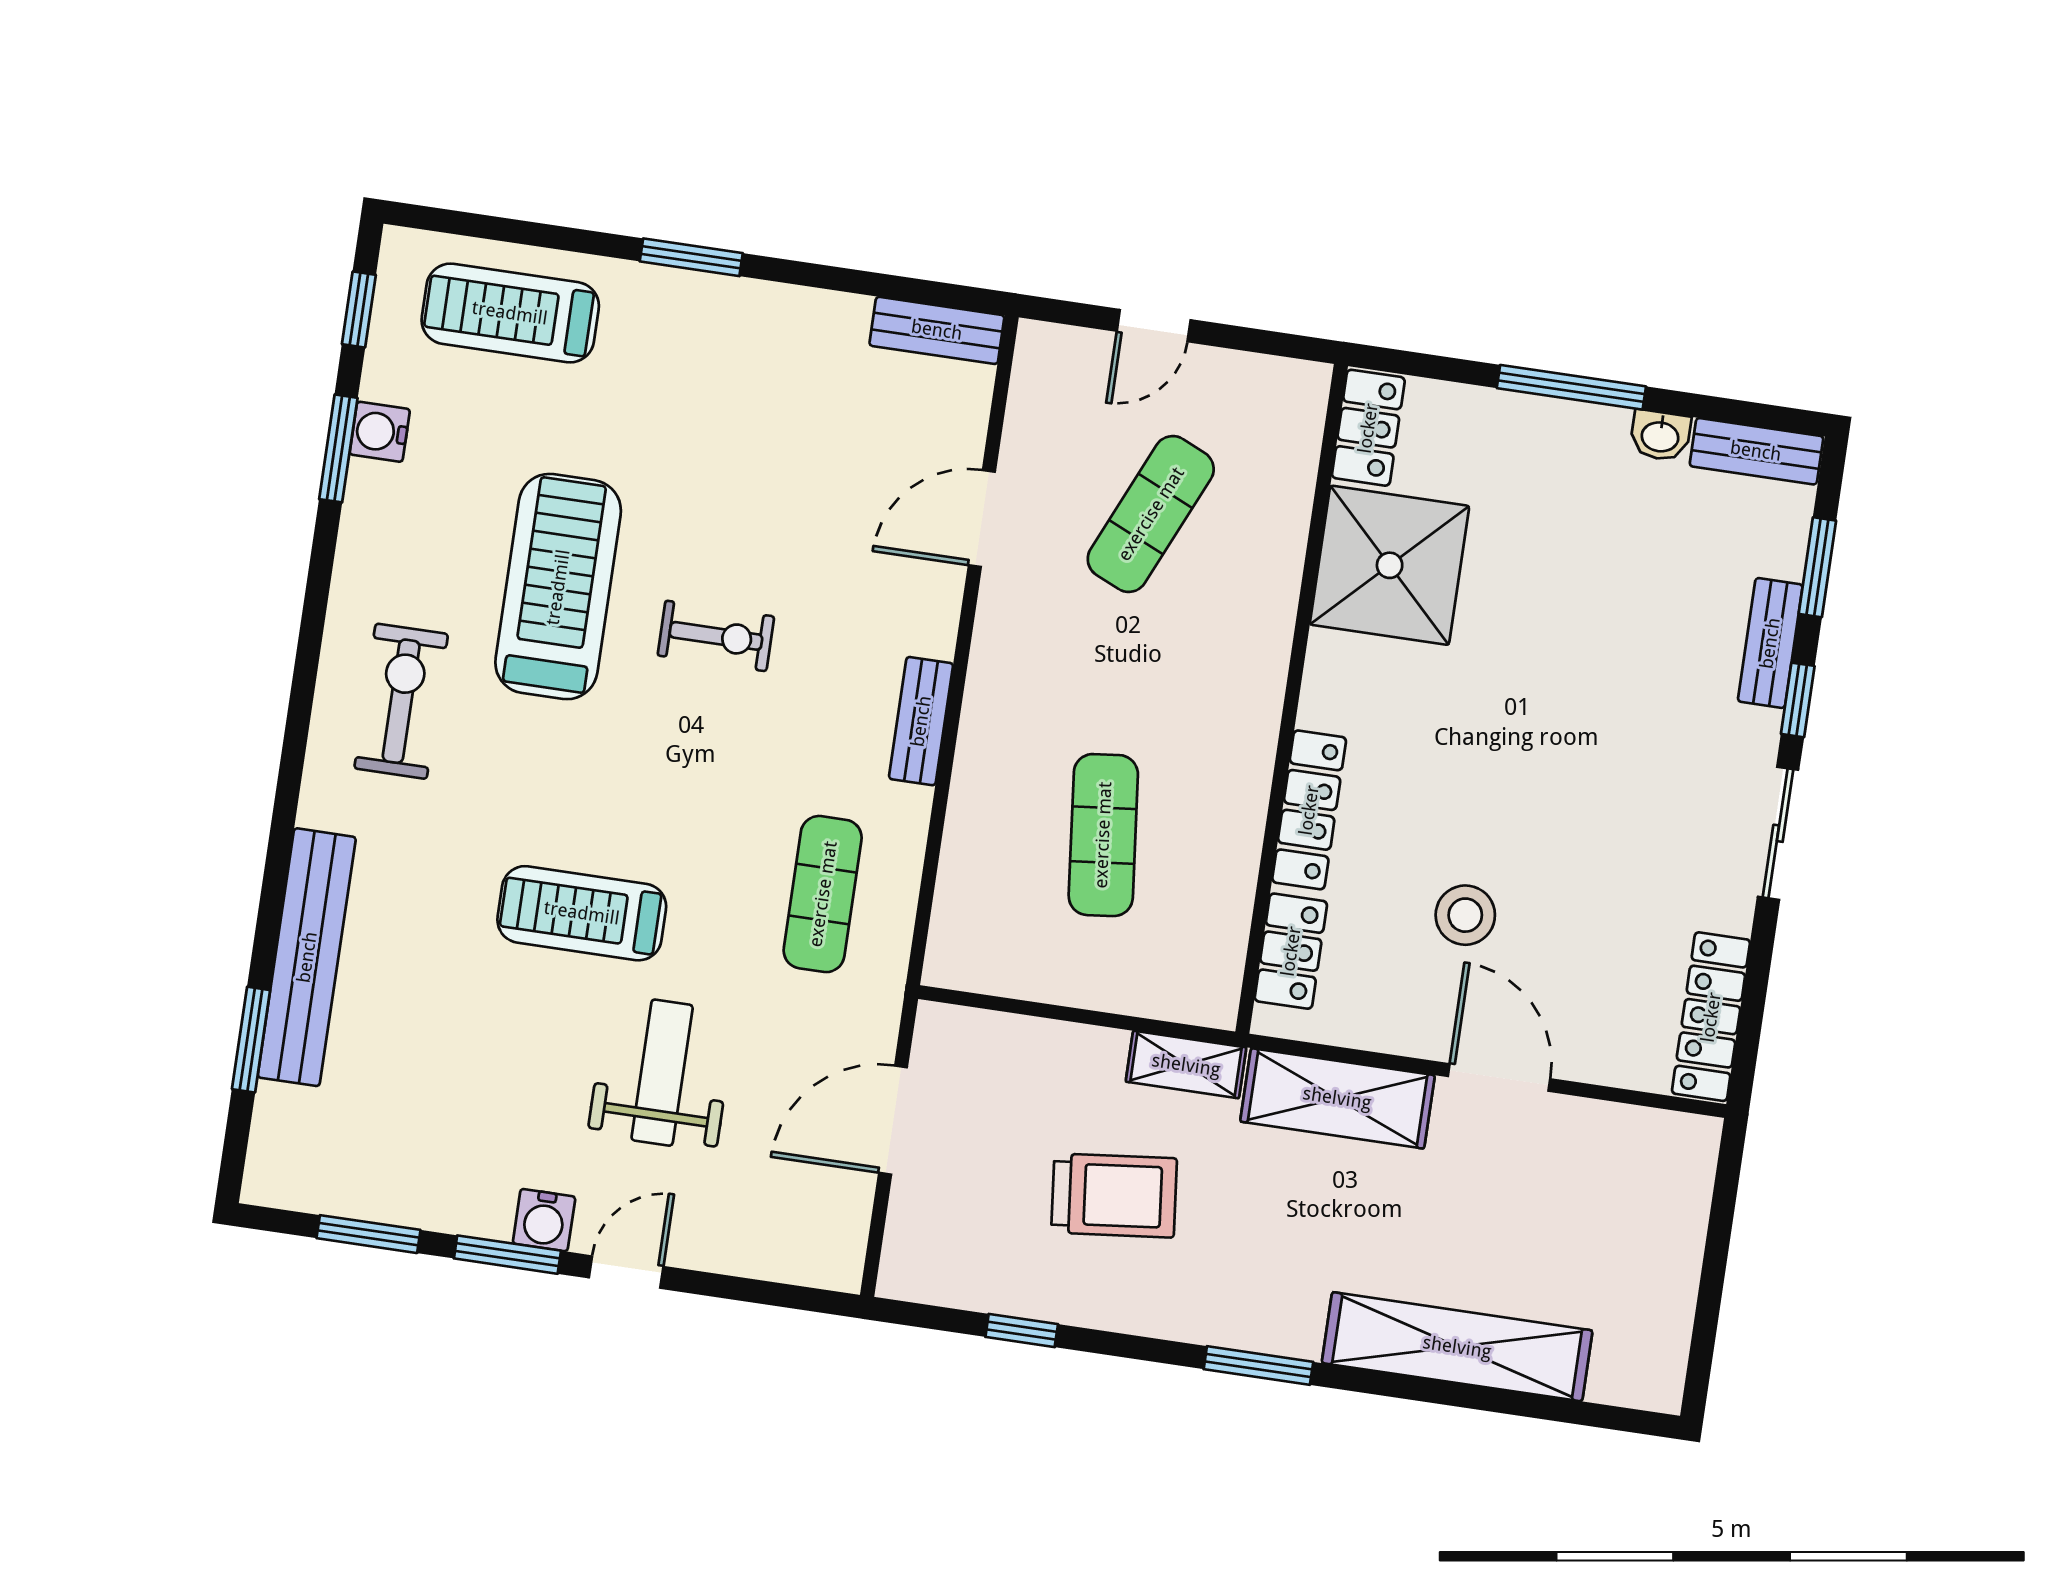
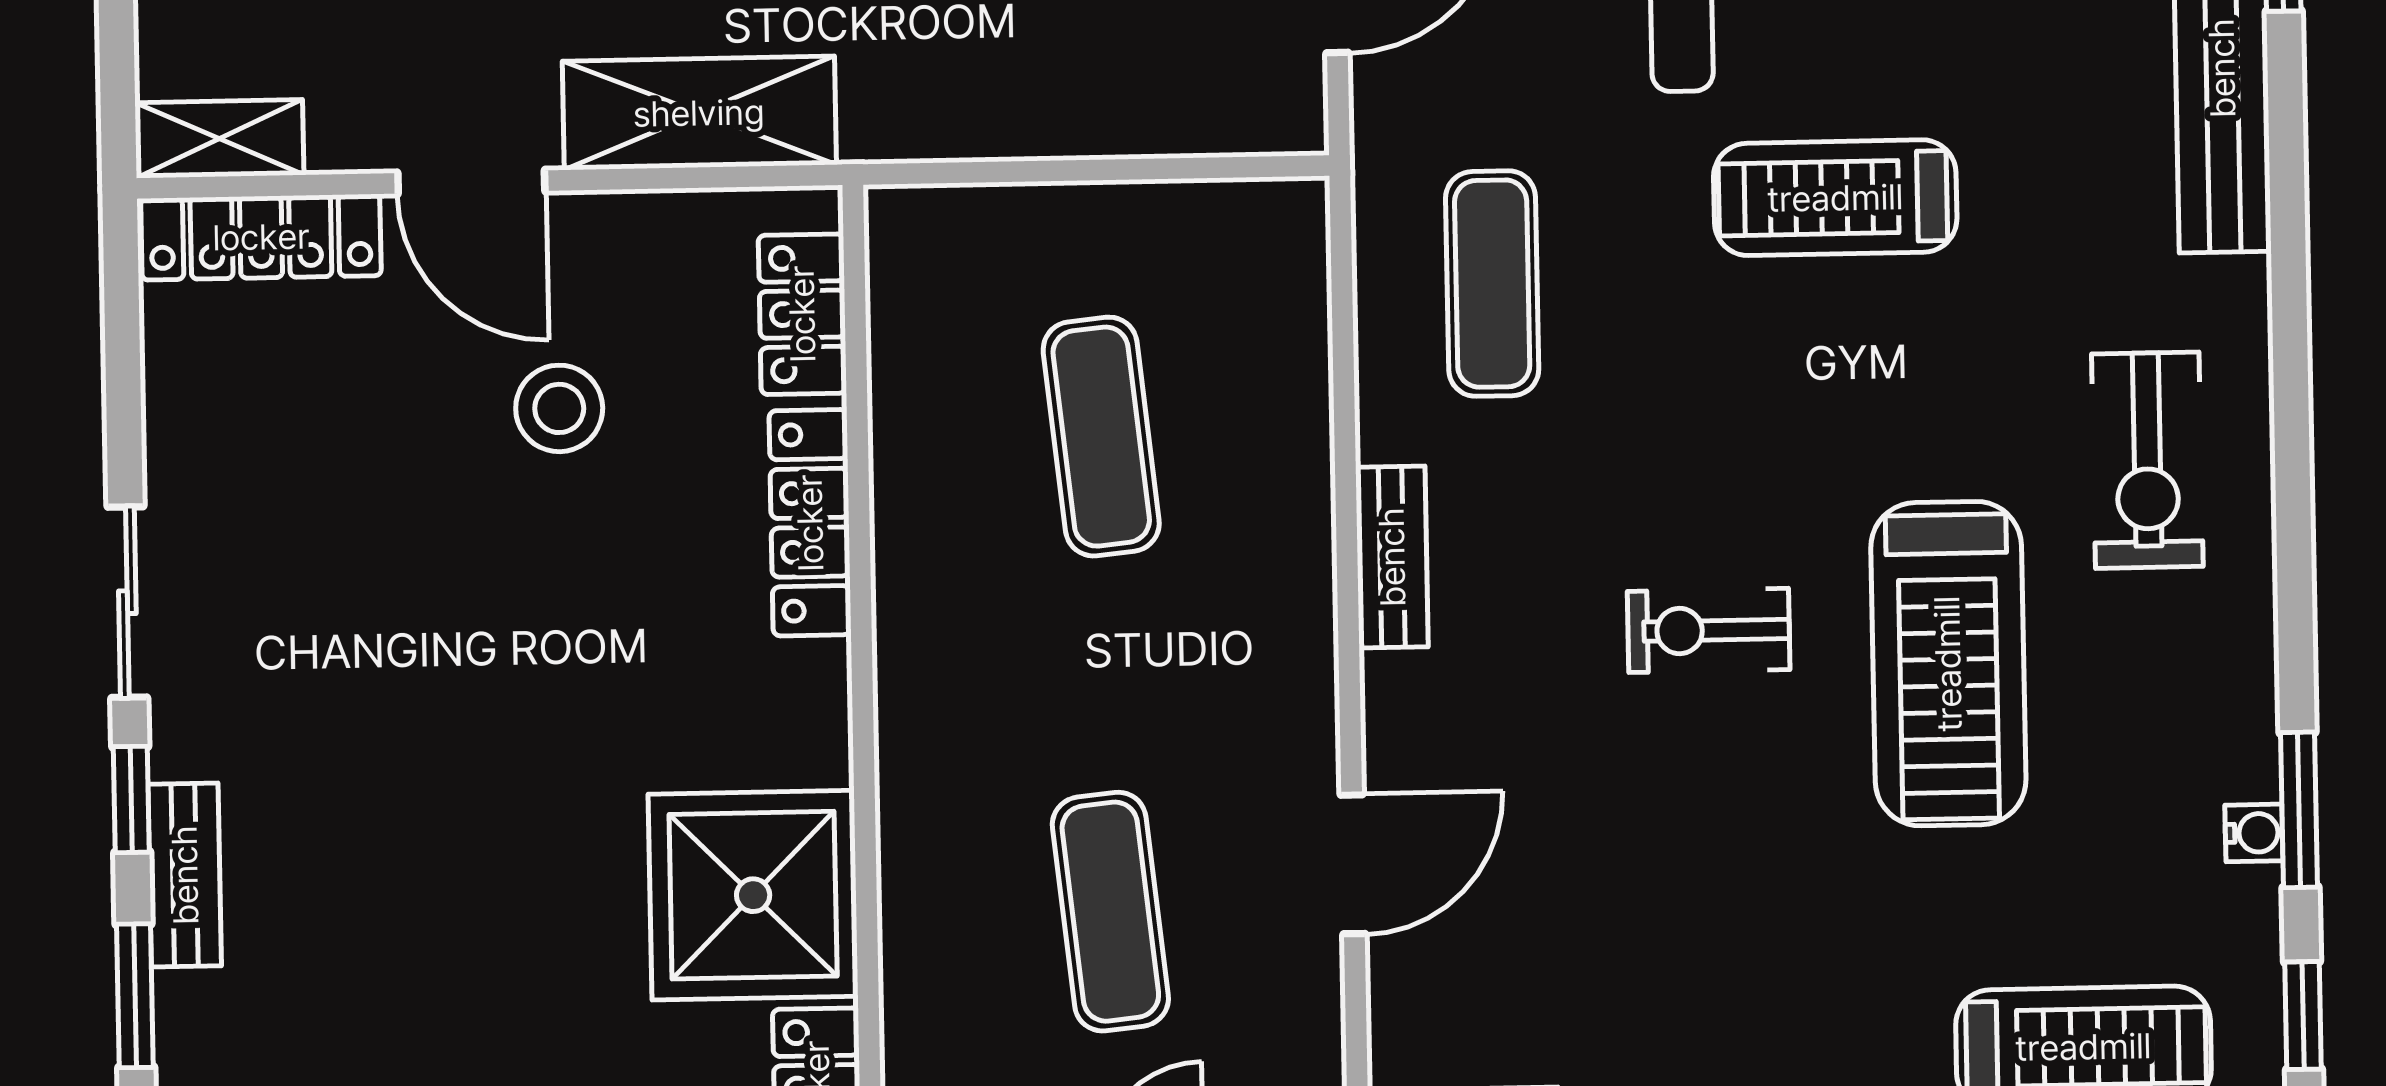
water cooler: (380, 432) -> (2254, 833), width x0.72, depth x0.72
exercise mat: (1151, 514) -> (1110, 912), turned -30
treadmill: (582, 913) -> (1835, 198), turned 180
locker: (1711, 1017) -> (261, 237), moved, turned 90
shelving: (1186, 1065) -> (219, 139), moved

